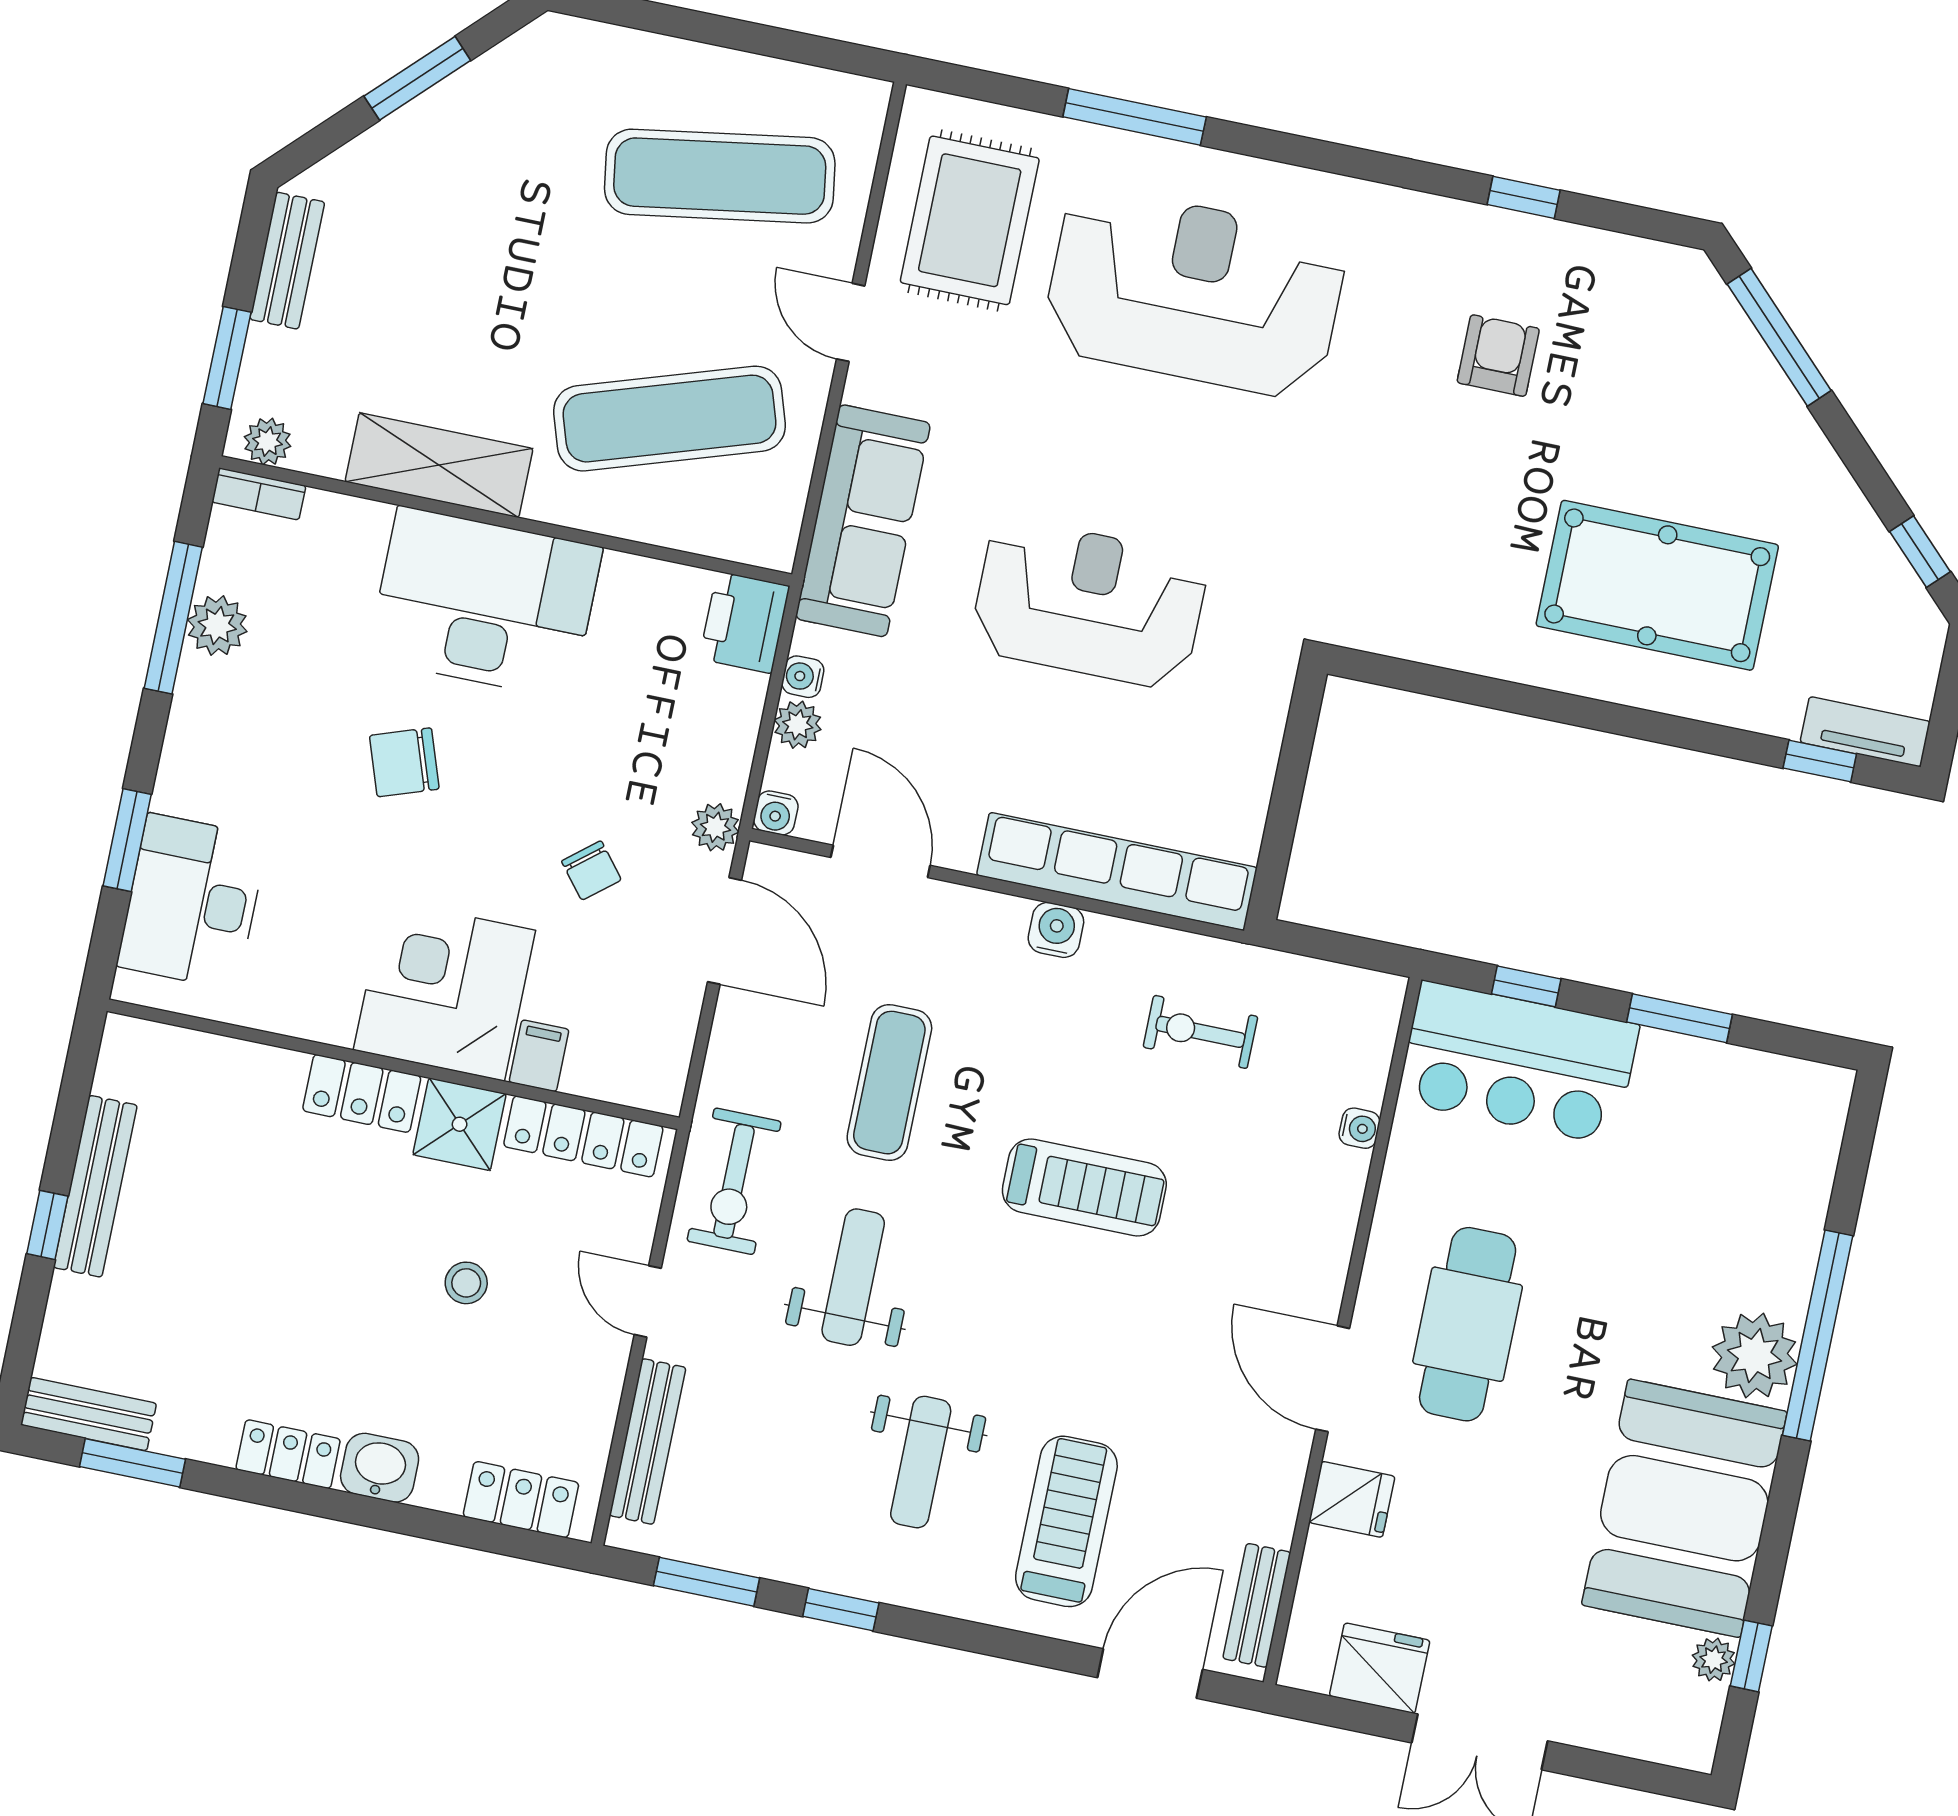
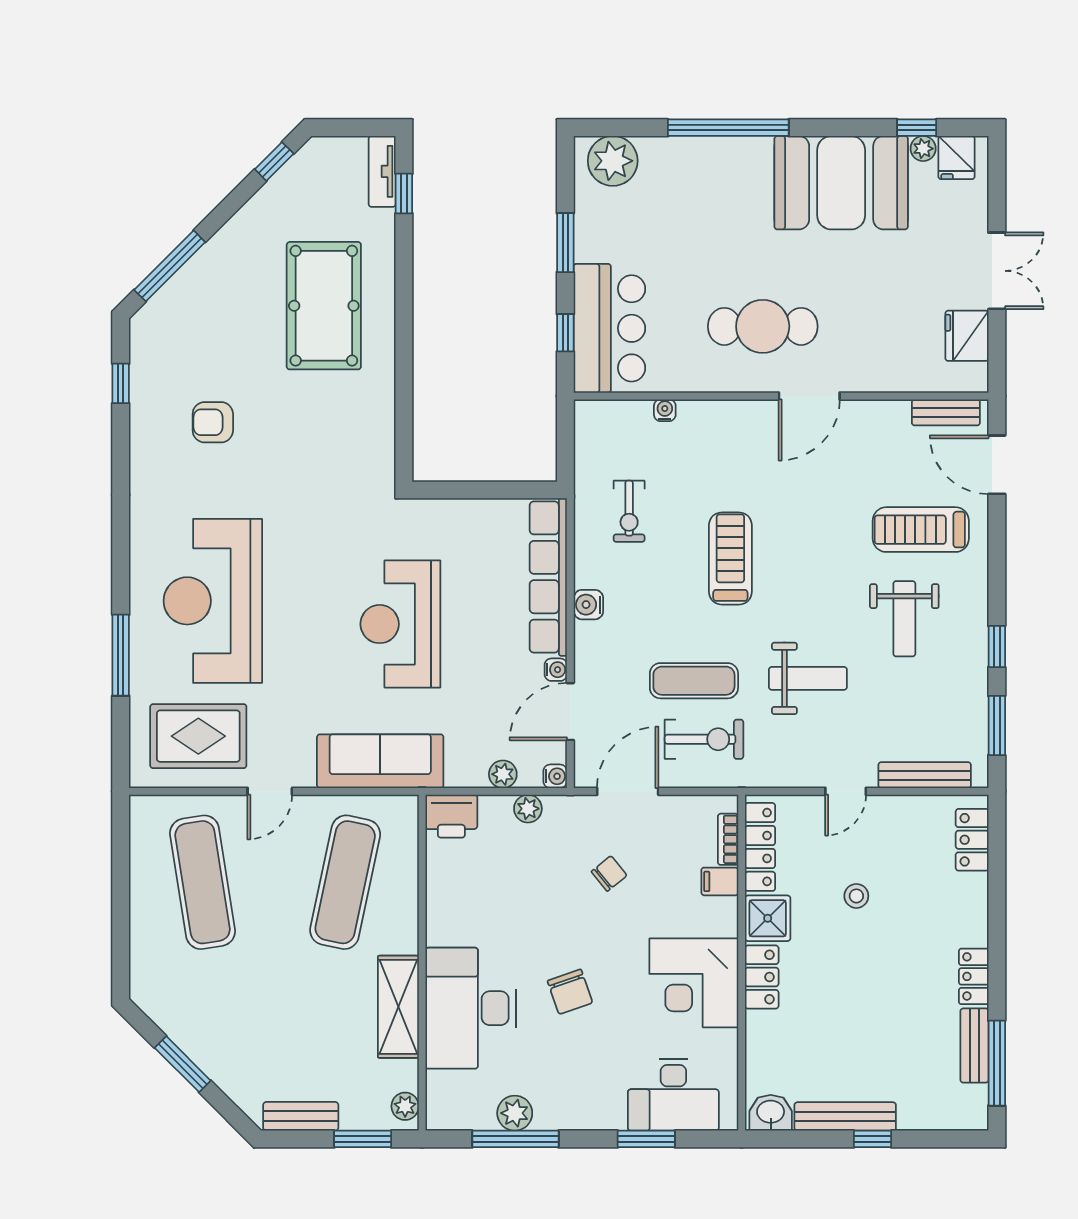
window: (1524, 197) -> (121, 383), moved
exercise mat: (670, 419) -> (345, 882), turned 30
bookcase: (259, 494) -> (728, 839), moved, turned 180
desk: (485, 603) -> (471, 1008), moved
water cooler: (803, 677) -> (556, 670), moved, turned -90
plant: (715, 827) -> (528, 809), moved
corner desk: (444, 990) -> (694, 983), moved
exercise bike: (734, 1181) -> (704, 739), moved
weight bench: (853, 1277) -> (808, 678), turned 180
plant: (1755, 1356) -> (613, 161), moved
bench: (89, 1414) -> (974, 1046), moved
weight bench: (921, 1462) -> (904, 619), turned 90
window: (133, 1463) -> (997, 1063), width x1.44
washbasin: (380, 1468) -> (771, 1113), moved, turned 90
fridge: (1352, 1499) -> (956, 158), moved, turned 180

